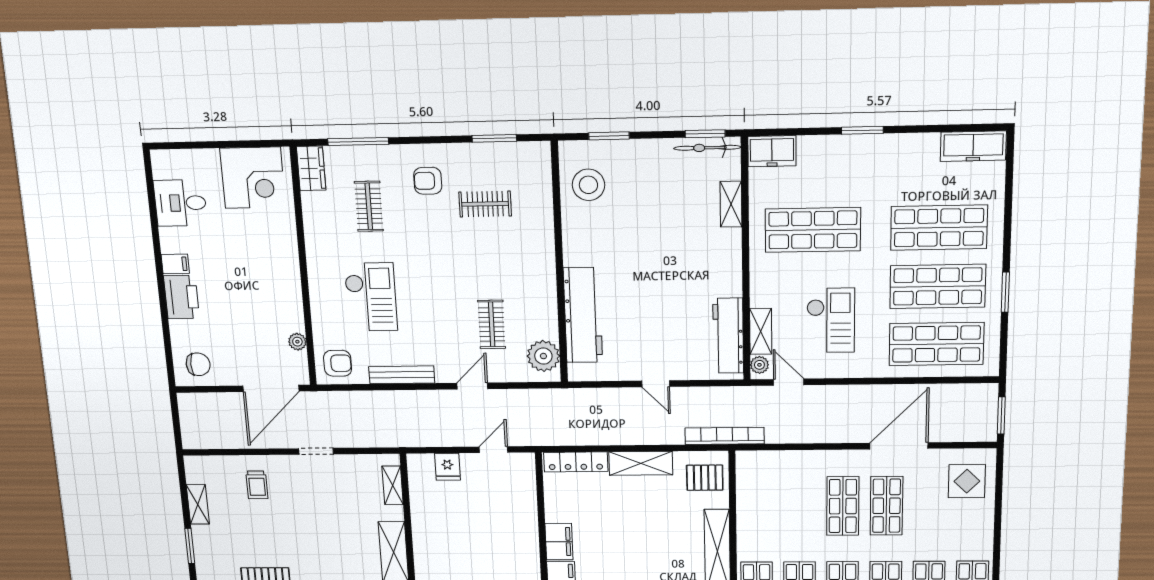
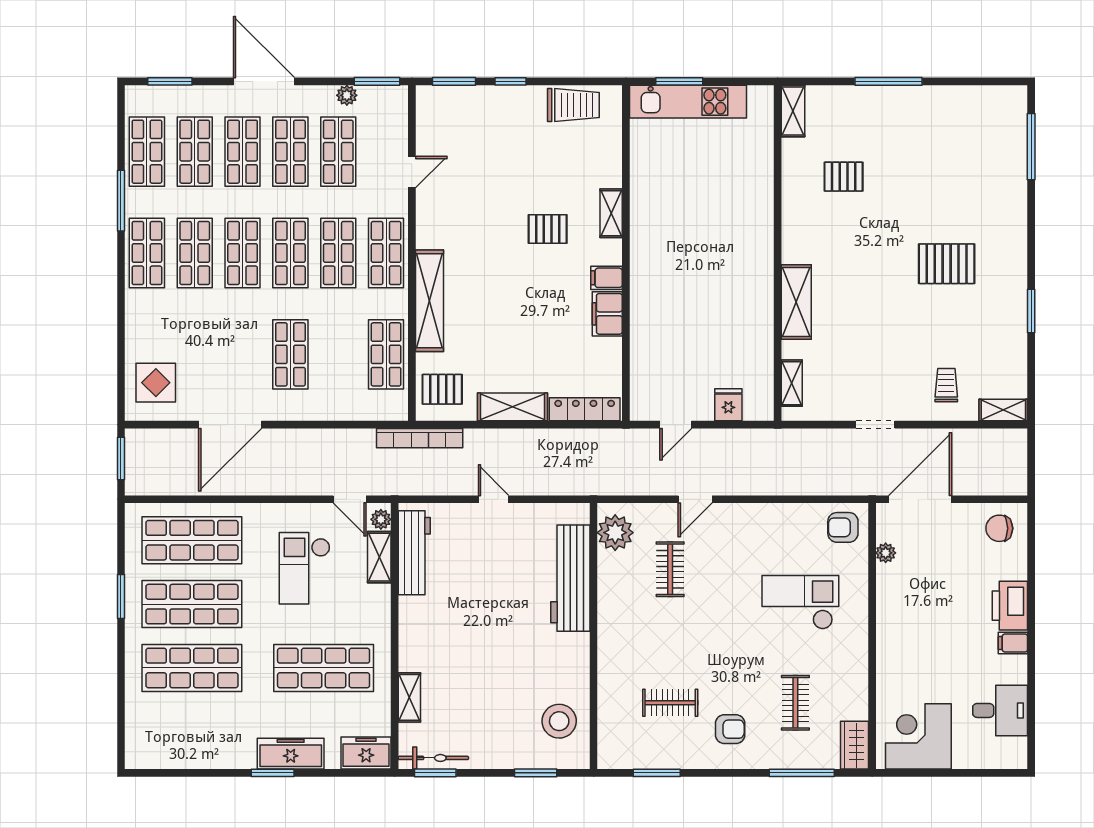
freezer: (973, 146) -> (291, 754), moved
checkout: (371, 297) -> (800, 602), turned 90
bench: (402, 375) -> (773, 513), removed
shelving: (198, 504) -> (1003, 410), moved, turned 90
shop shelf: (887, 506) -> (386, 354), moved

